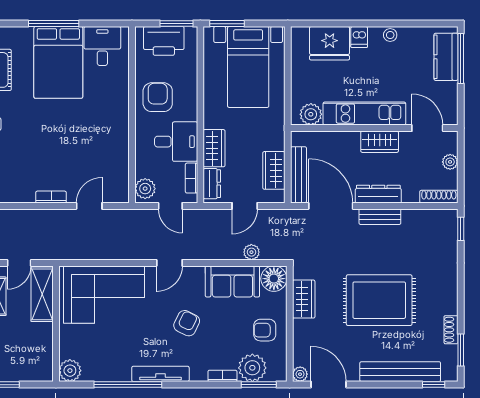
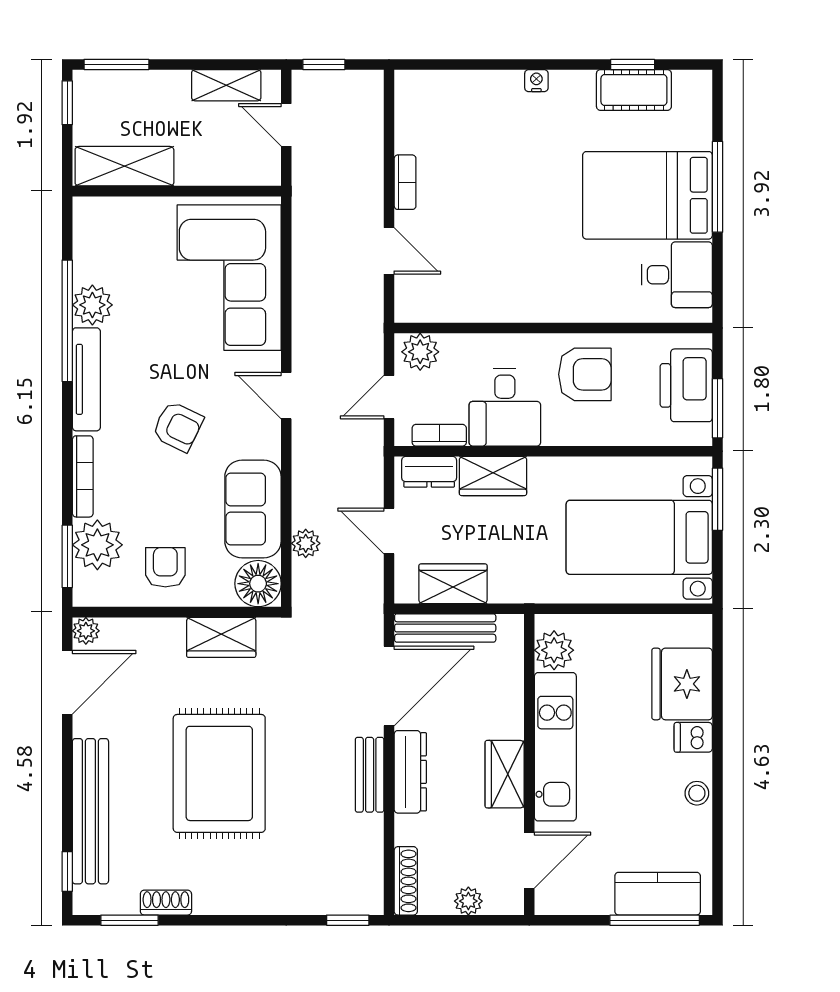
shelving: (42, 294) -> (124, 166), moved
plant: (70, 371) -> (92, 305), moved
bookcase: (222, 376) -> (83, 476), width x1.56

